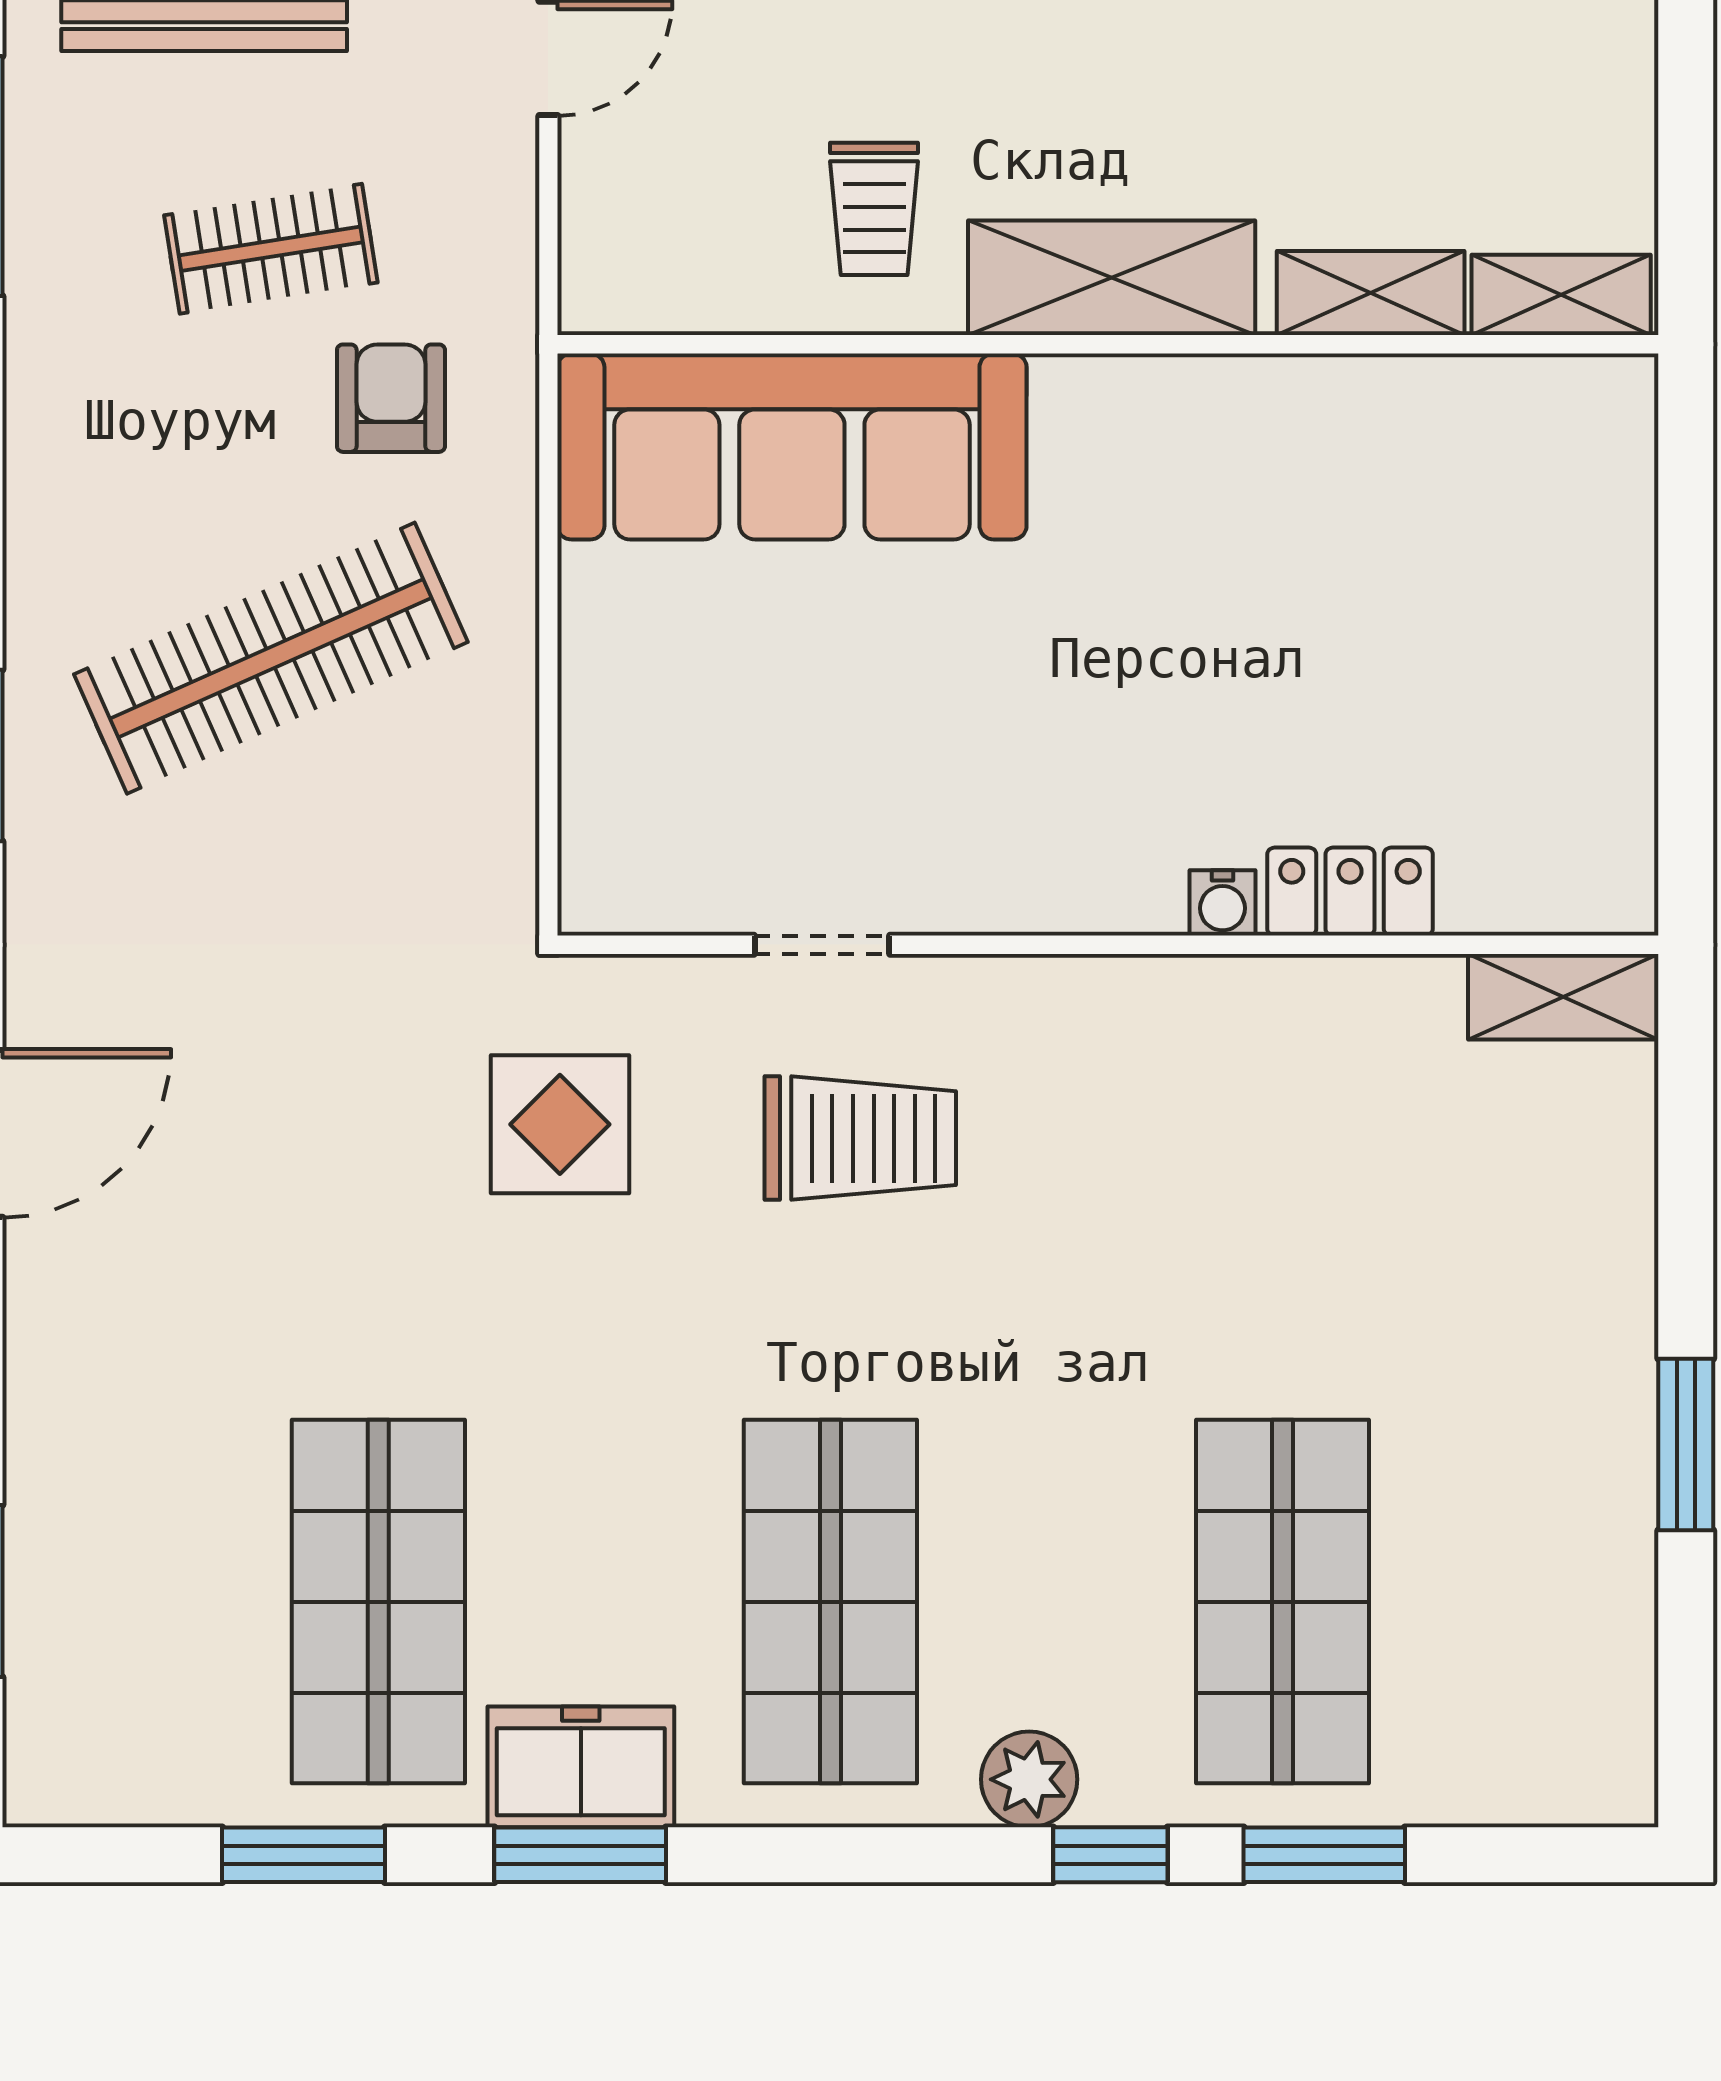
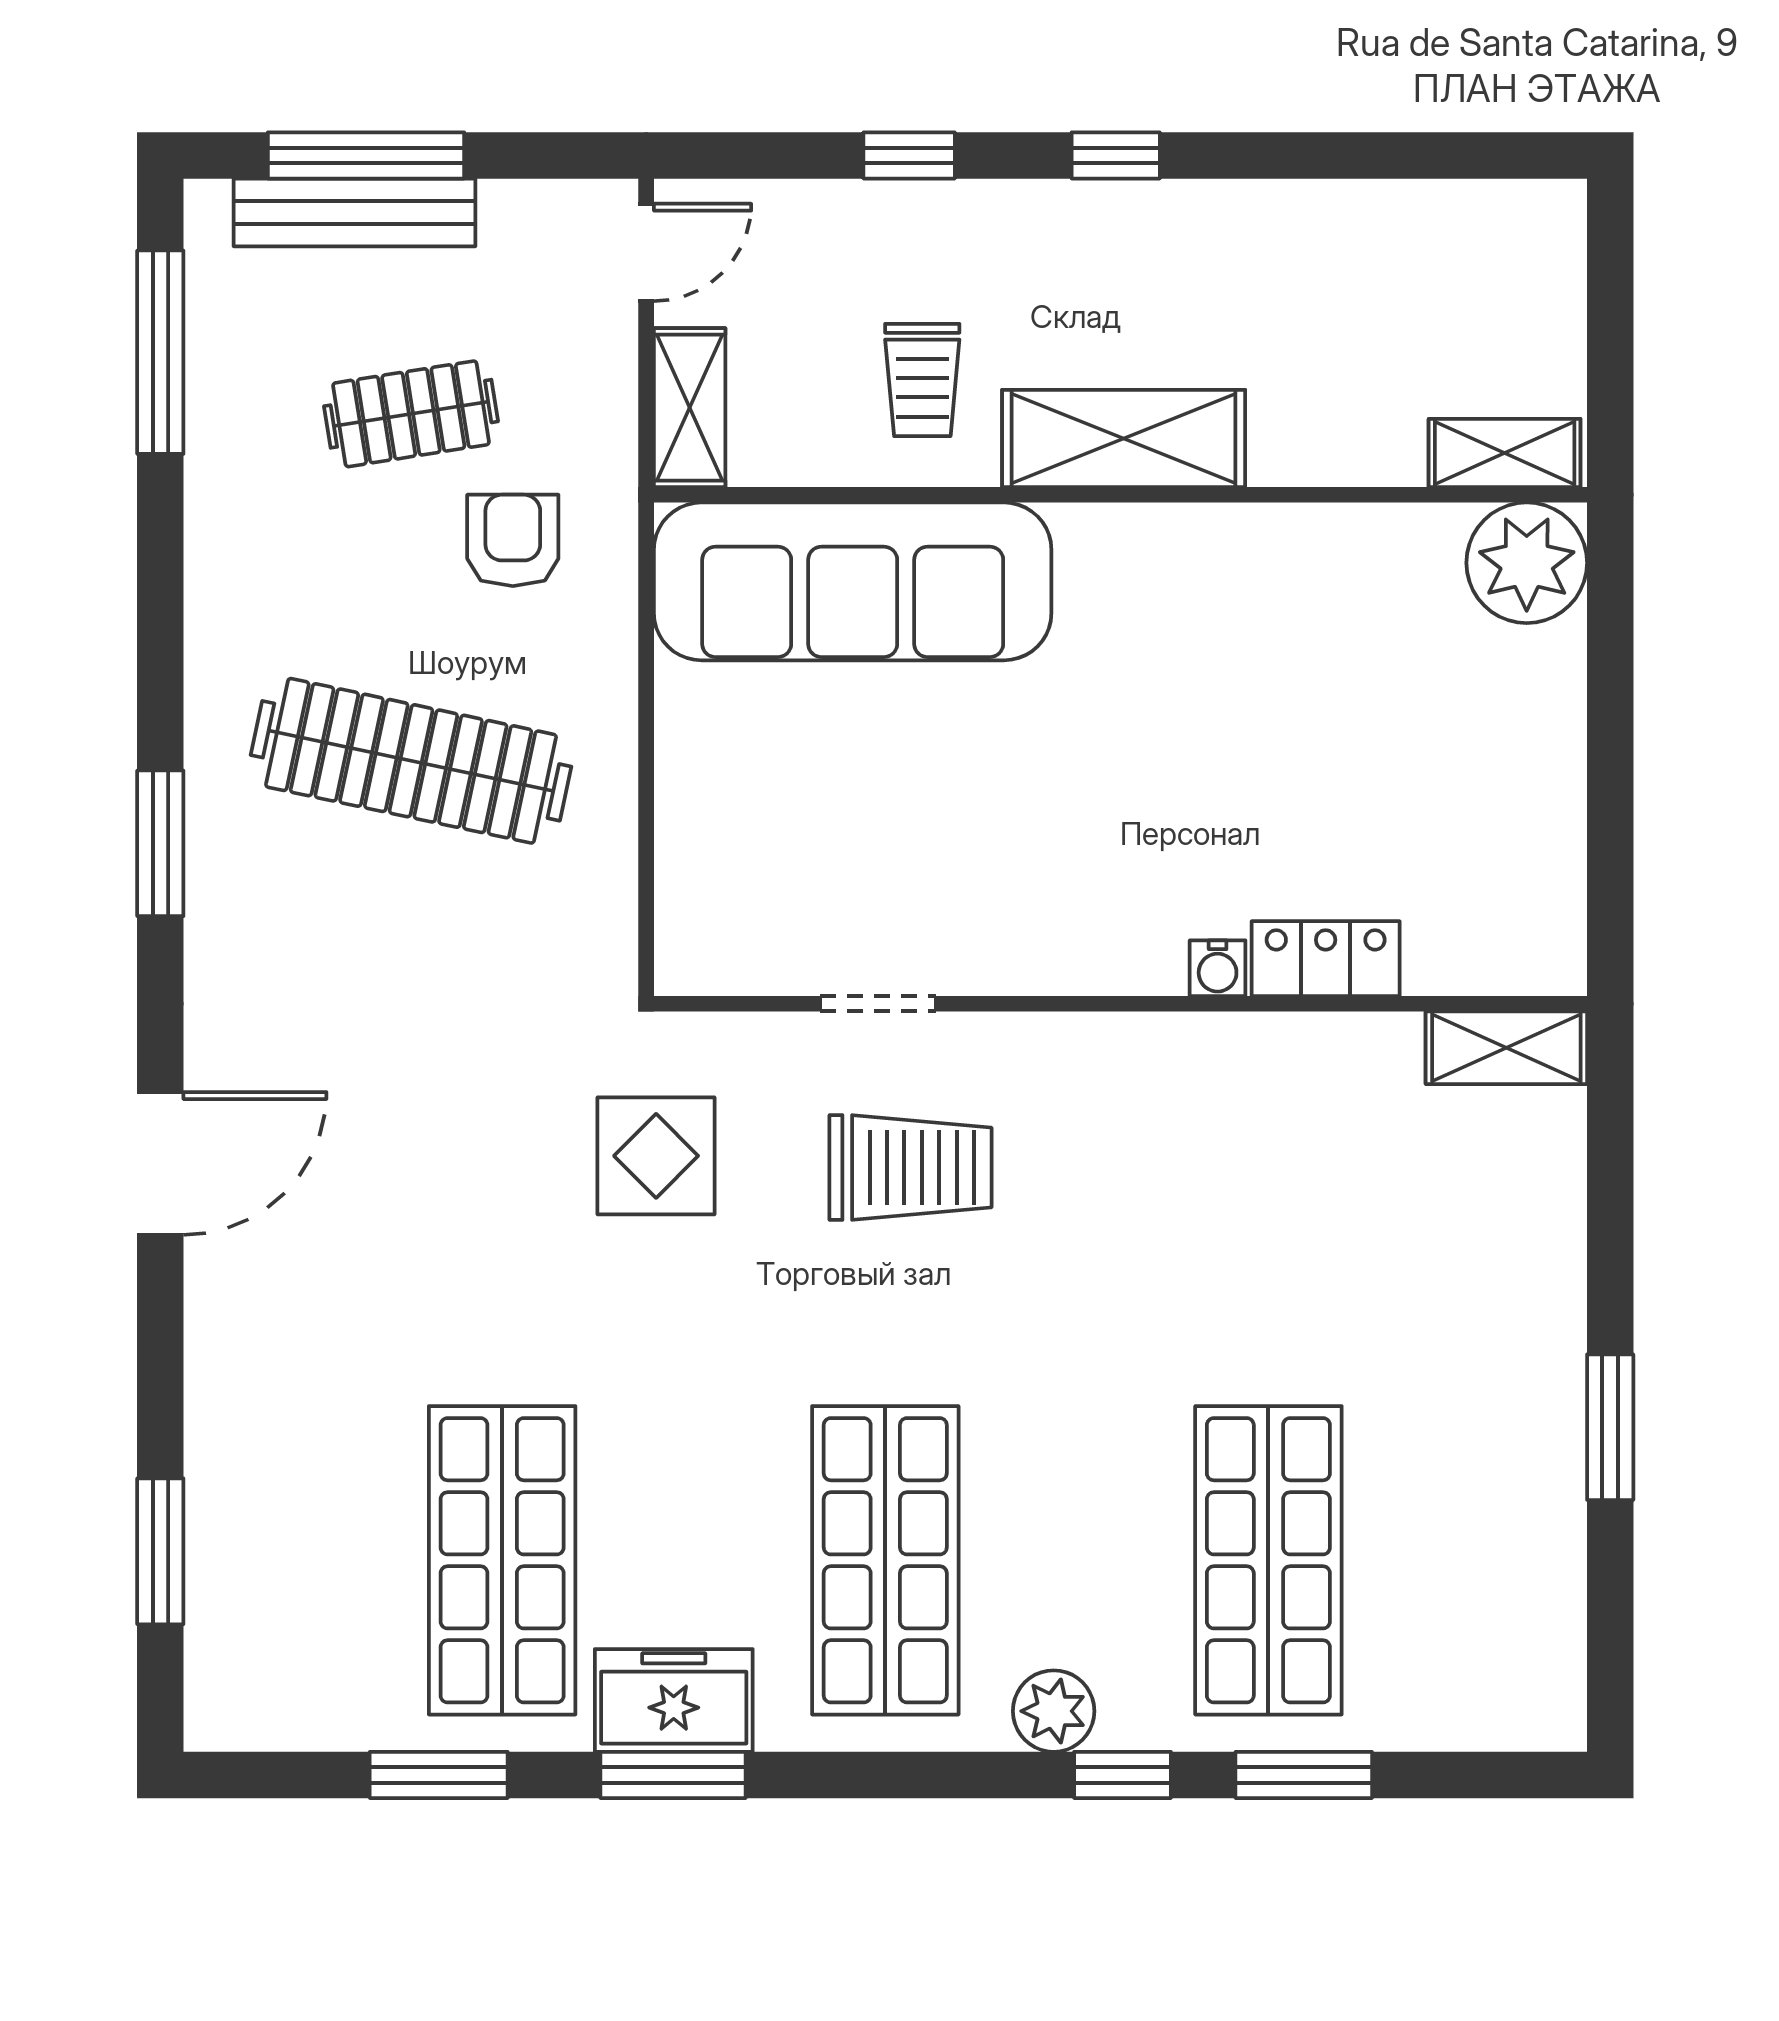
shelving: (1371, 293) -> (690, 408), moved, turned 90
plant: (1587, 425) -> (1527, 563), added
clothes rail: (271, 658) -> (411, 761), turned 36

